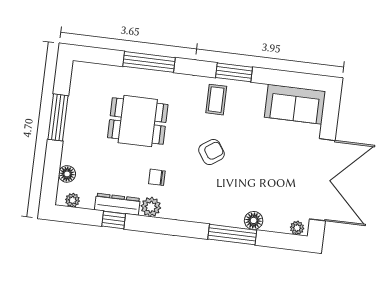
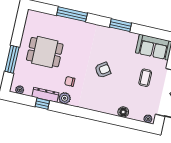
coffee table: (216, 100) -> (145, 78), moved
window: (58, 117) -> (12, 59), moved
dining table: (138, 121) -> (45, 52), moved
floor lamp: (67, 174) -> (18, 74), removed
window: (232, 235) -> (110, 119), removed

